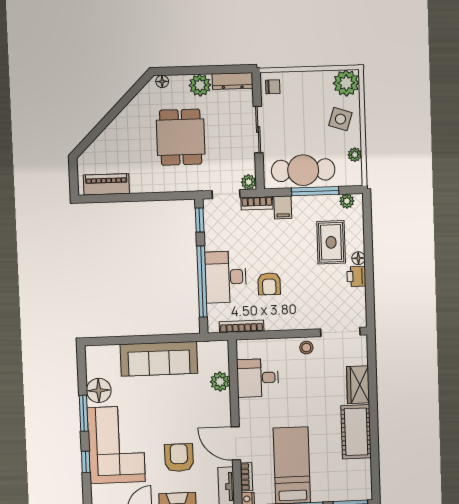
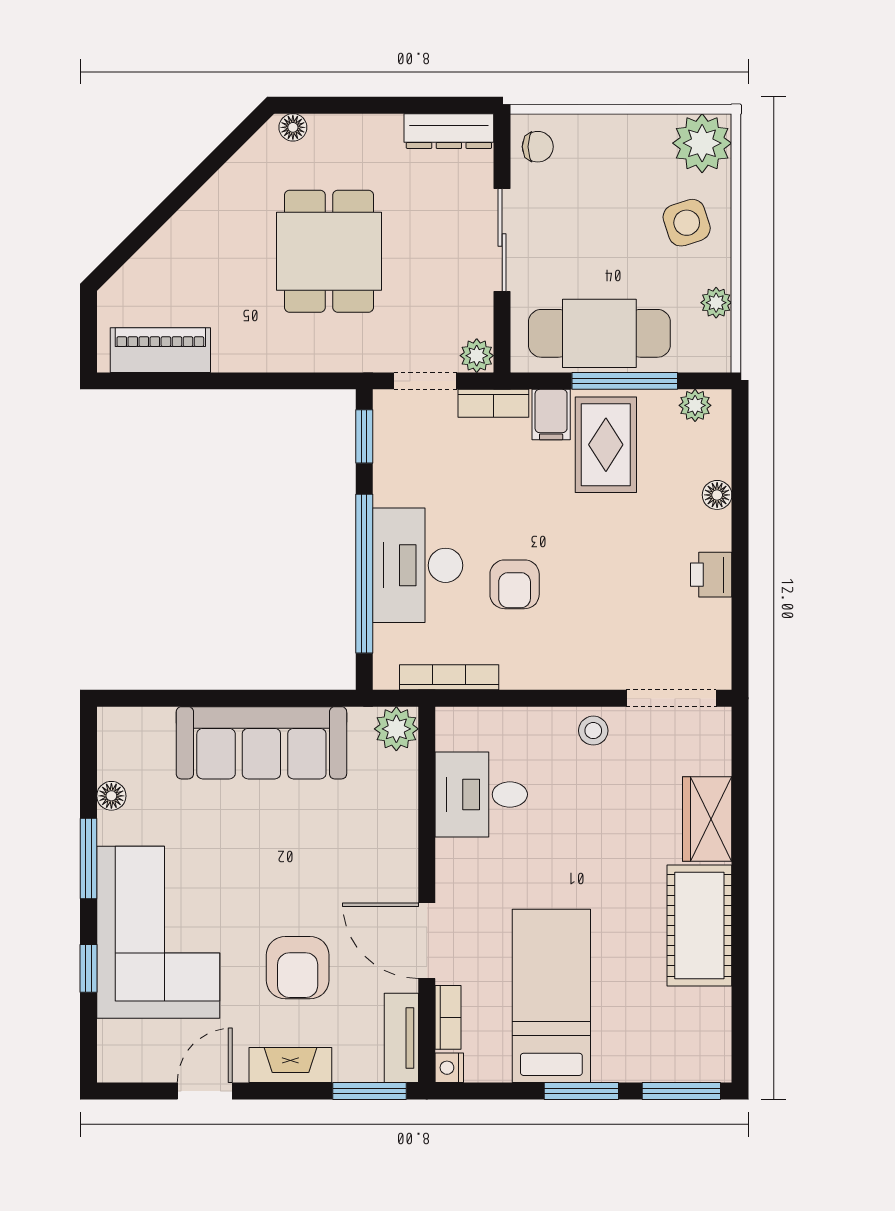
plant: (200, 85) -> (376, 138), removed
side table: (340, 119) -> (687, 223), turned -36
rug: (331, 242) -> (606, 445), moved
floor lamp: (358, 258) -> (717, 495), moved
plant: (220, 382) -> (396, 729), moved
floor lamp: (99, 390) -> (111, 796), width x0.53, depth x0.53
armchair: (179, 458) -> (298, 968), turned 180

